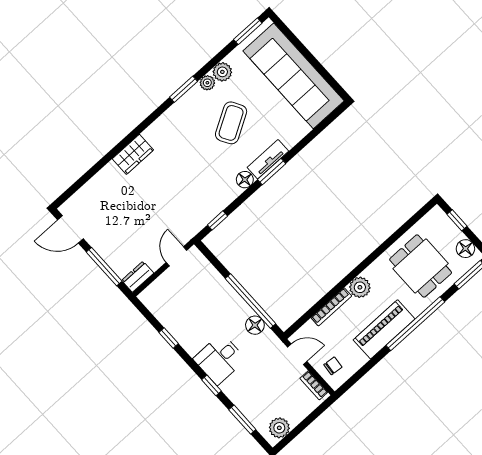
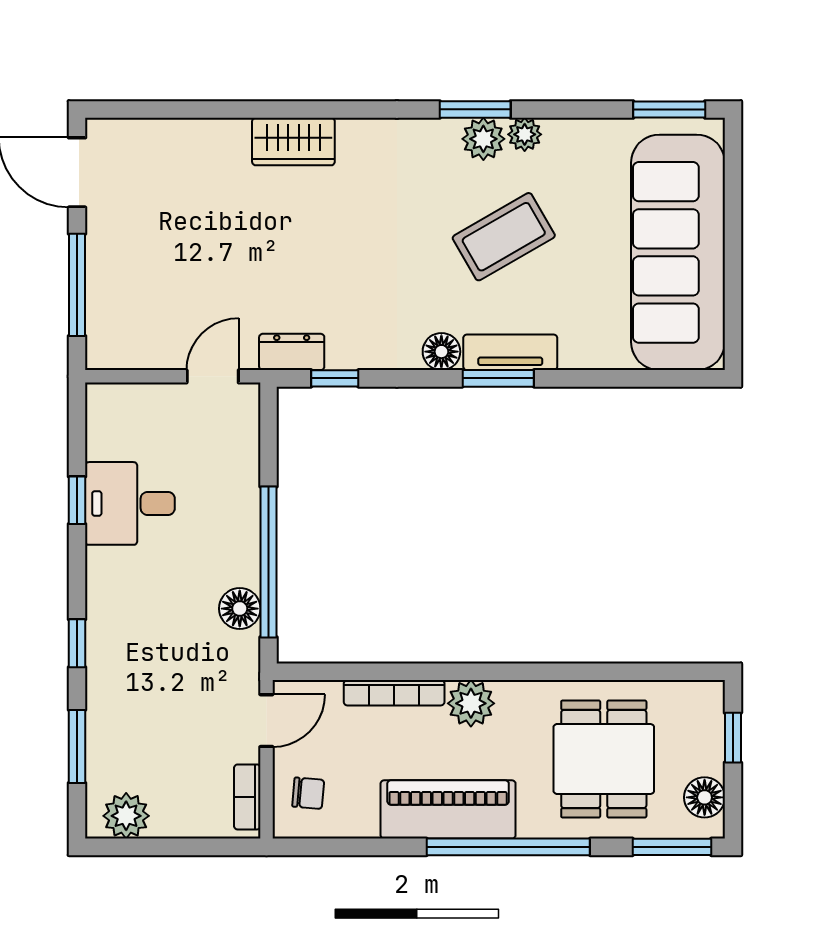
plant: (222, 72) -> (483, 139), moved
dresser: (138, 277) -> (292, 352), moved
door: (297, 354) -> (266, 721), hinge flipped
desk: (220, 359) -> (130, 503), moved

